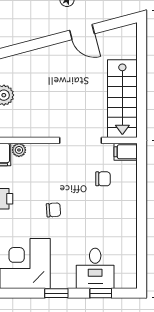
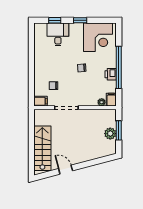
stairs: (122, 99) -> (42, 148), moved

